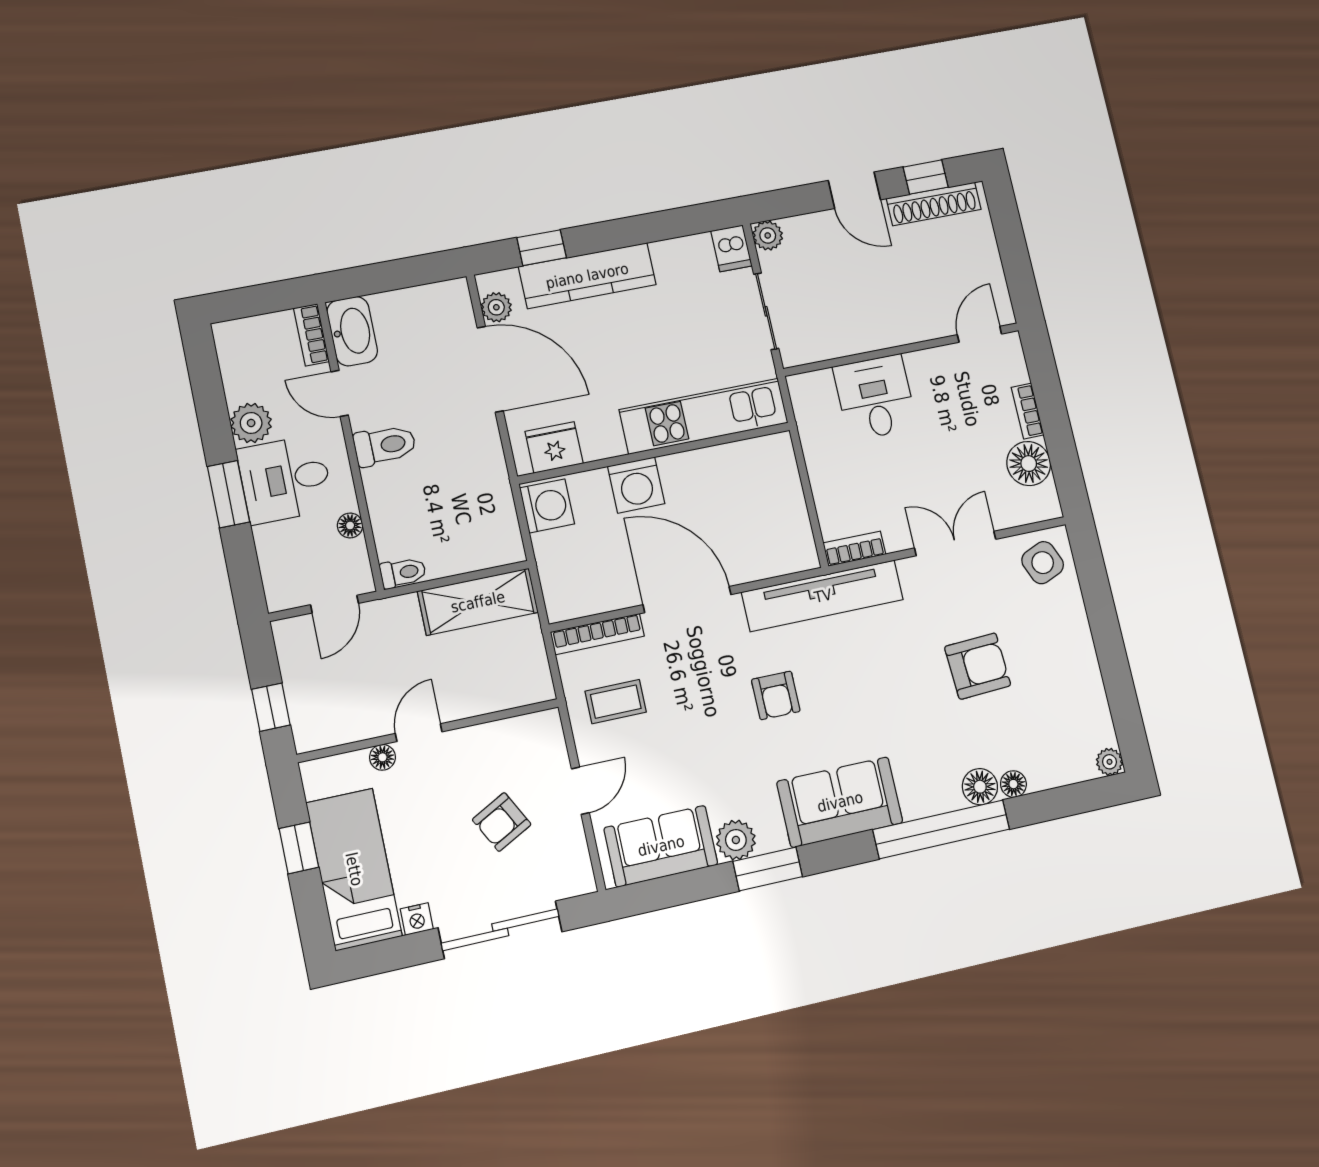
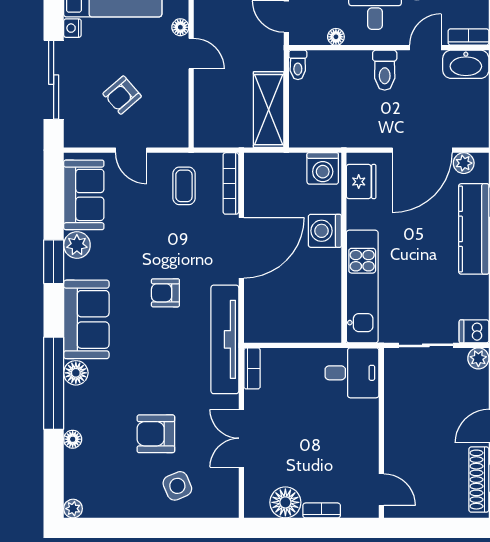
desk: (875, 397) -> (352, 373), moved
double door: (955, 544) -> (241, 438), swing flipped
side table: (1043, 563) -> (177, 486), moved
armchair: (978, 666) -> (156, 434), turned 93
floor lamp: (980, 787) -> (76, 373), moved
armchair: (502, 822) -> (122, 95), turned -103

